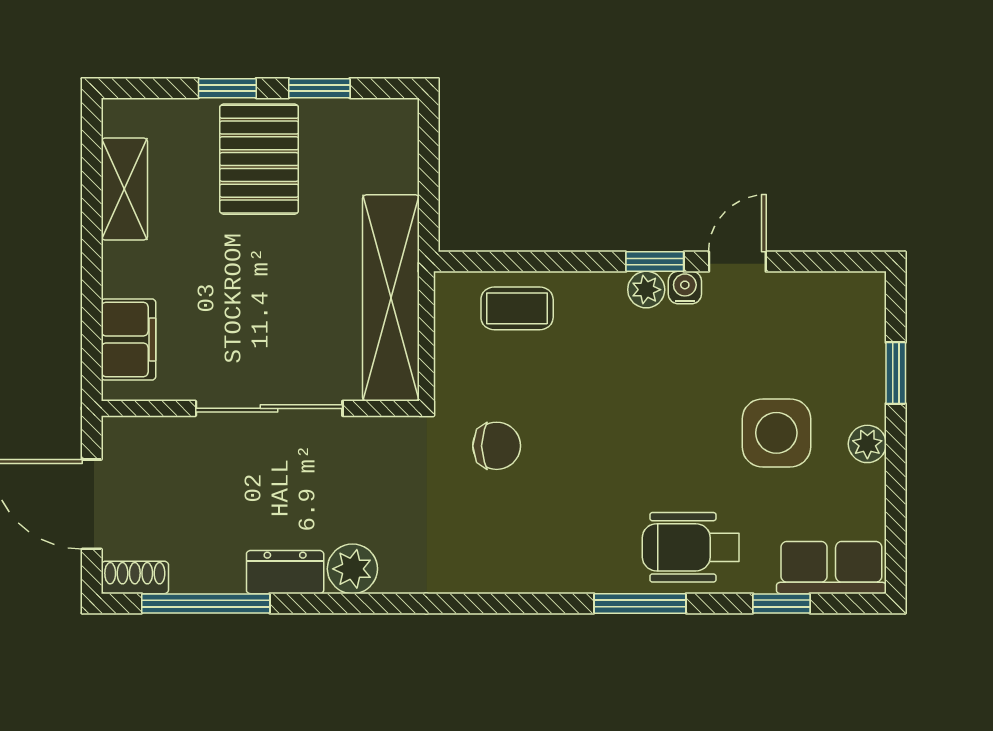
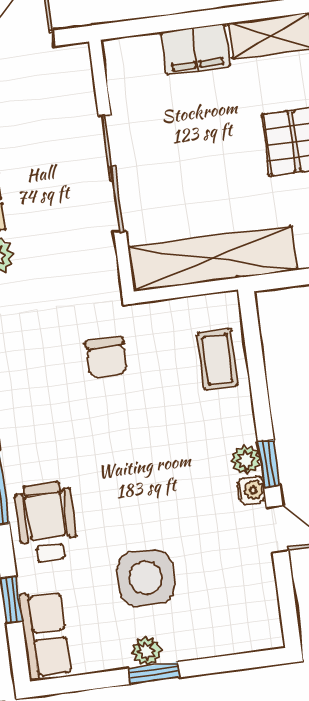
filing cabinet: (128, 340) -> (196, 49), moved
window: (896, 373) -> (154, 673), moved

